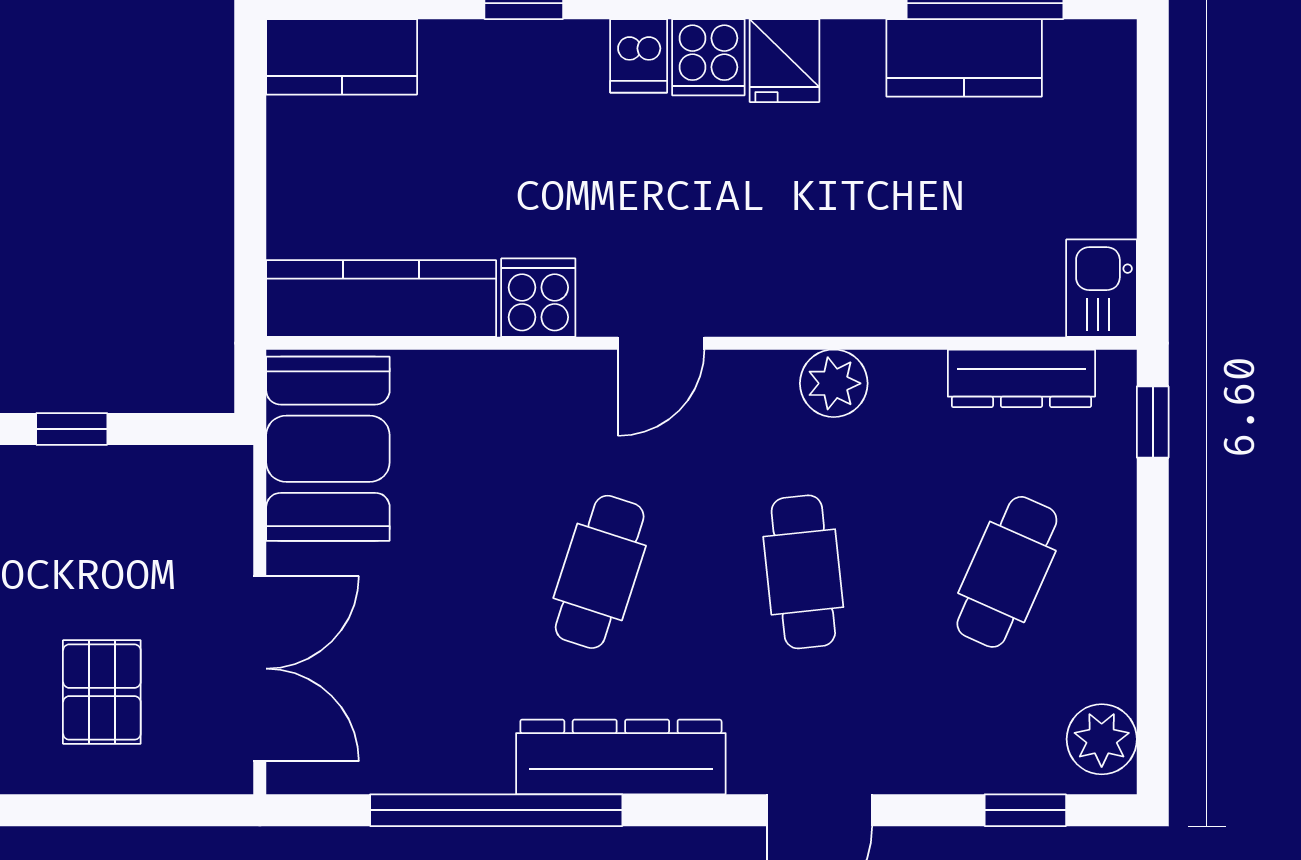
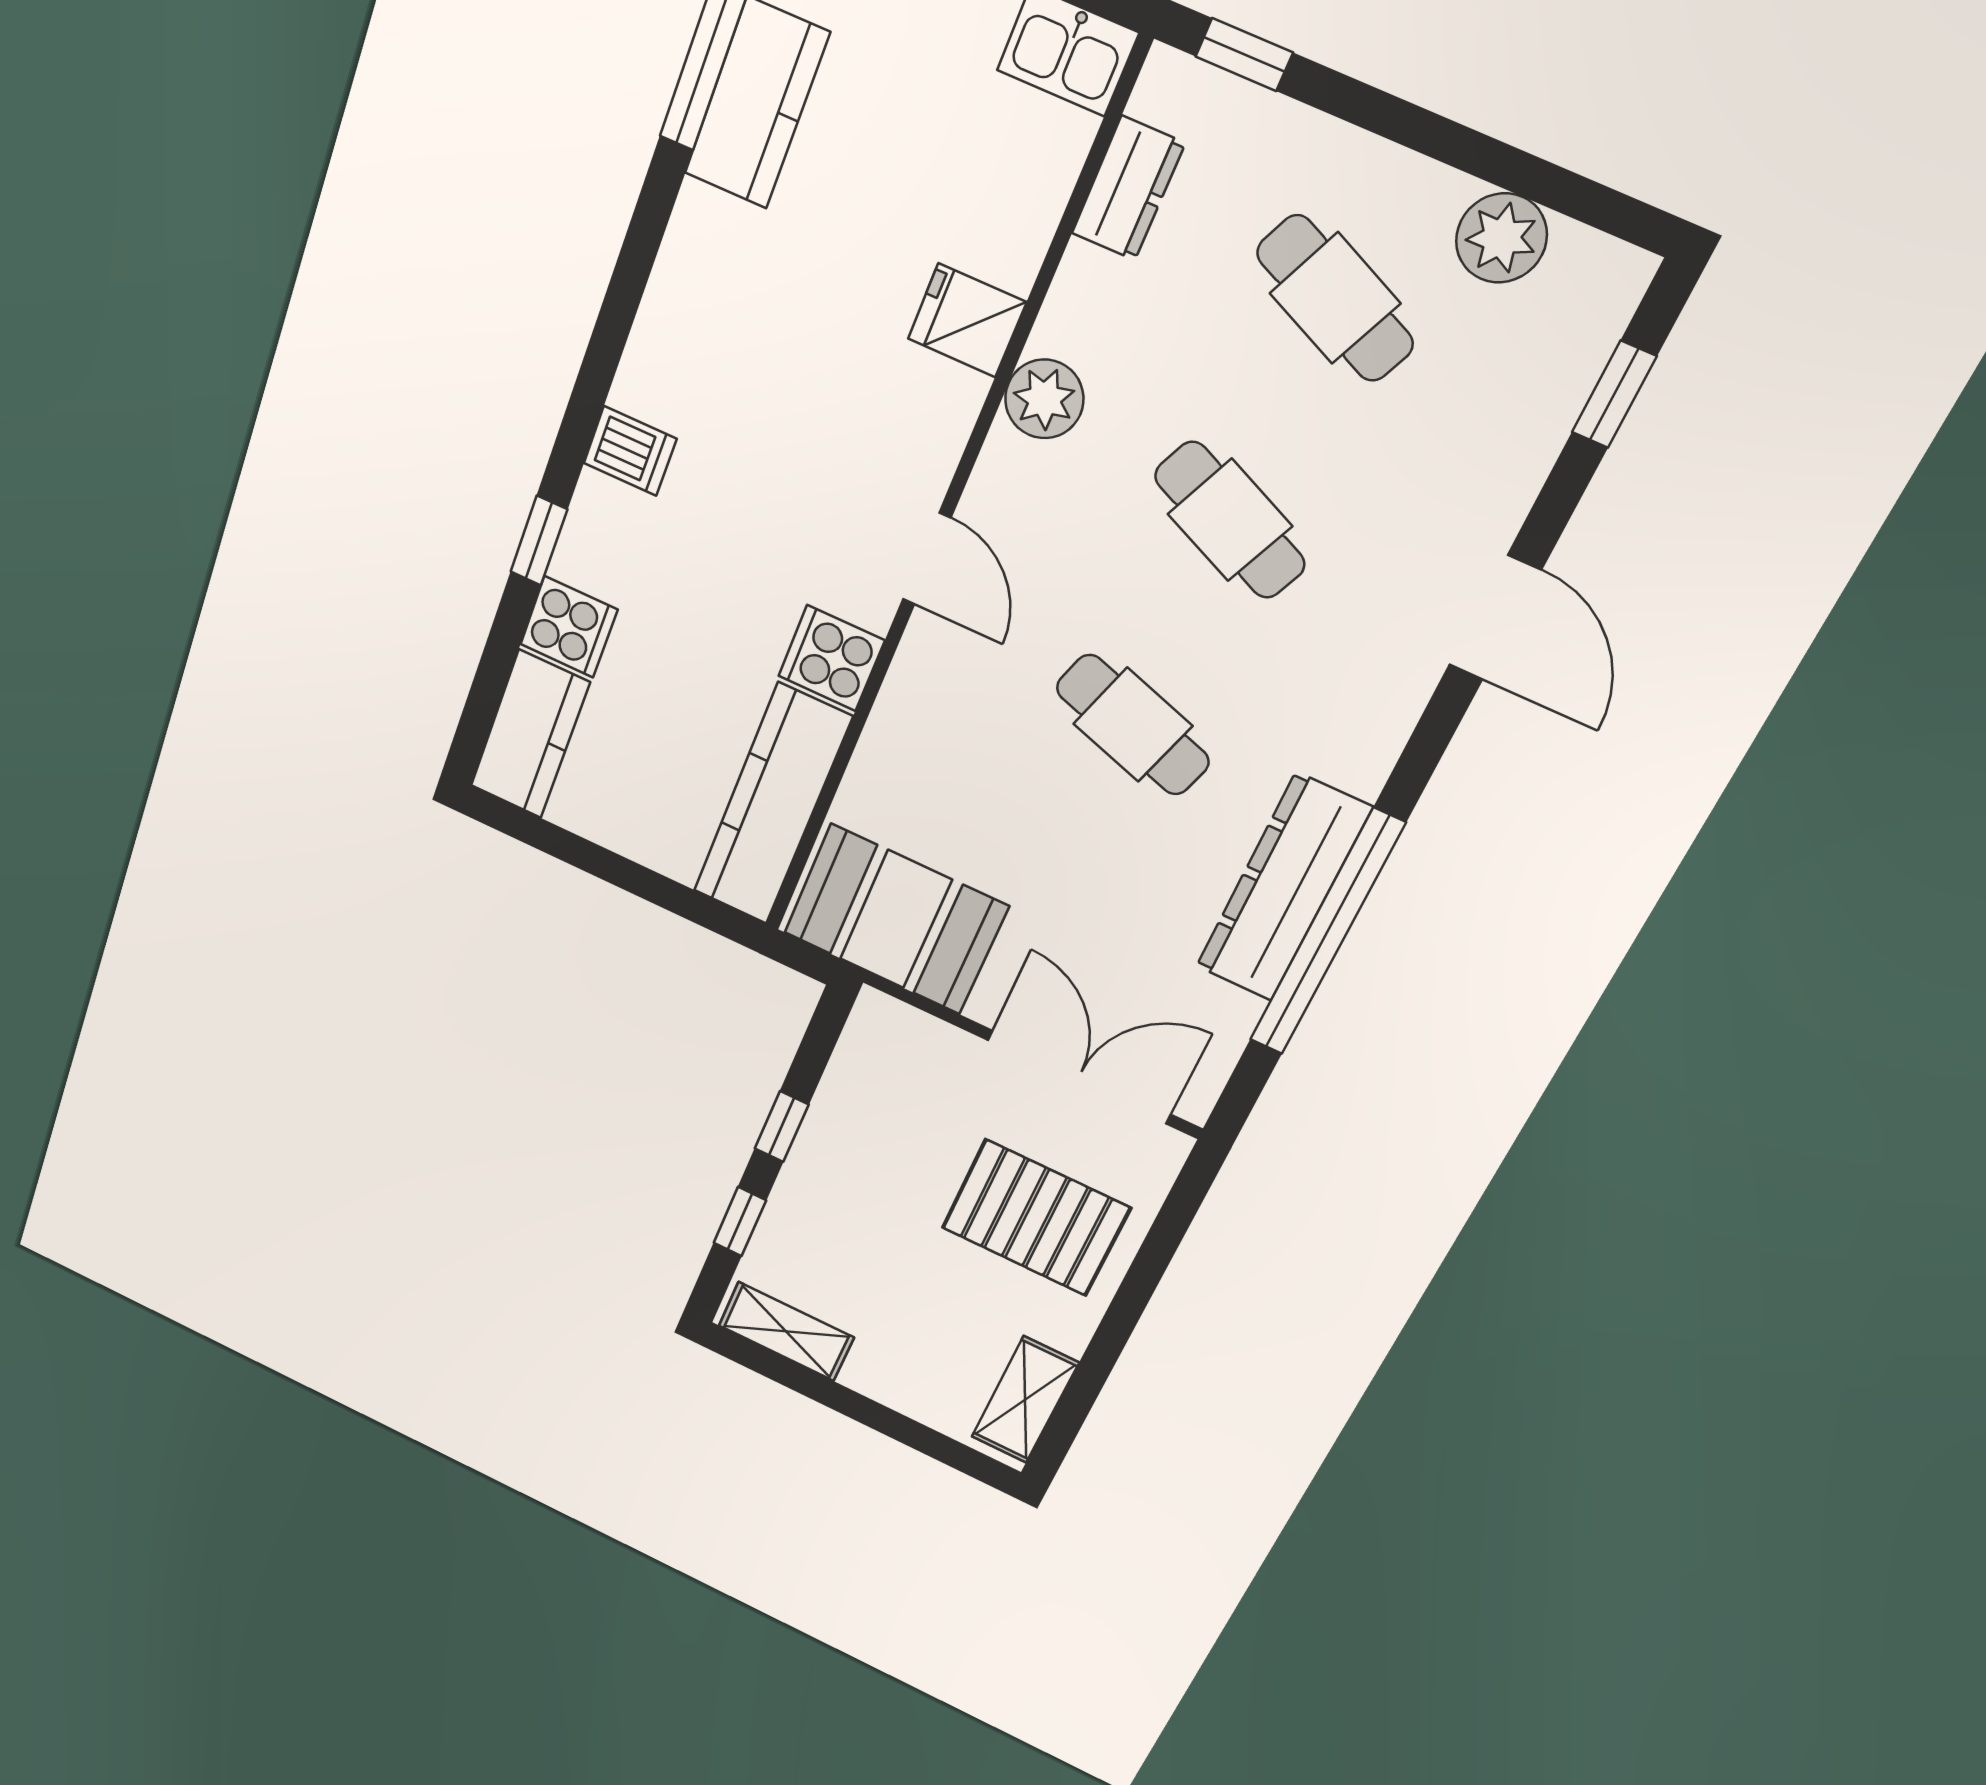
cooker: (708, 57) -> (569, 627), moved
fridge: (784, 61) -> (967, 320), moved, turned 180
dresser: (1021, 378) -> (1128, 188), width x0.70
cafe table: (803, 572) -> (1230, 520), turned 30
pallet: (102, 692) -> (1036, 1218), width x1.50, depth x1.42
plant: (1102, 739) -> (1501, 238), moved
dresser: (621, 757) -> (1283, 888), moved

